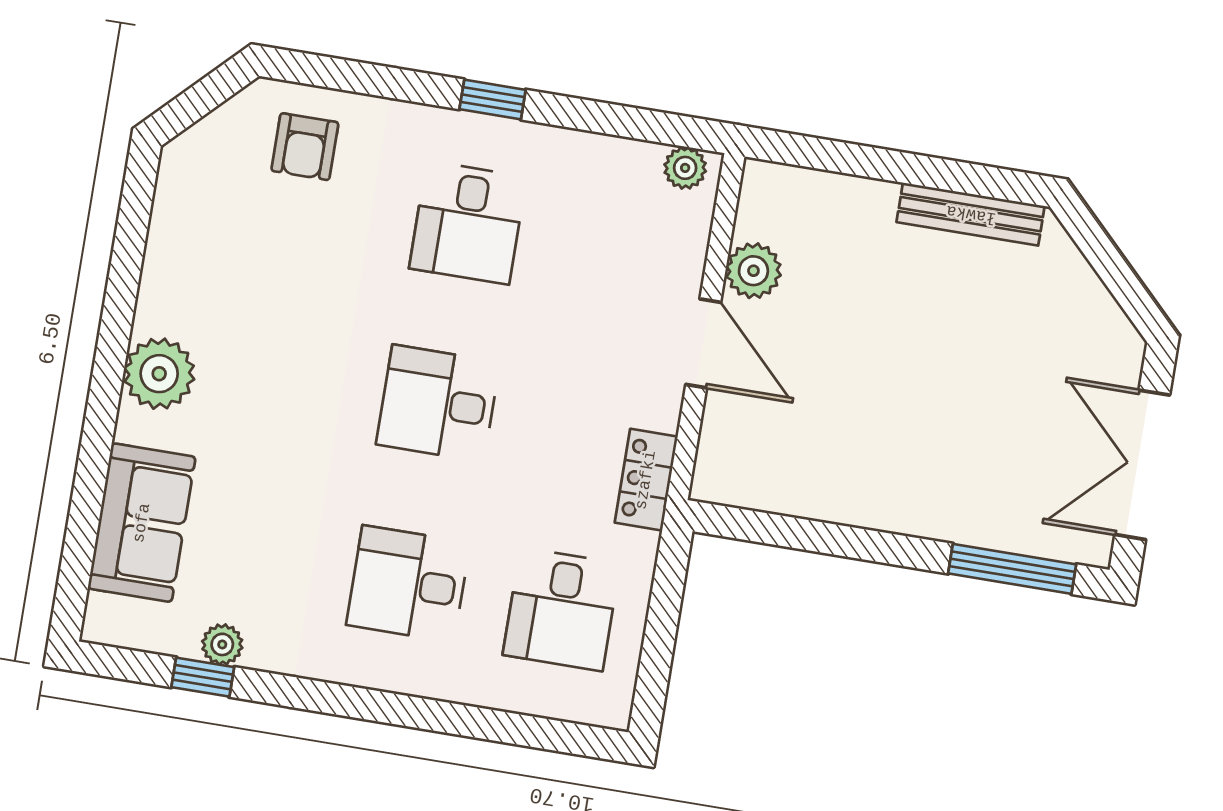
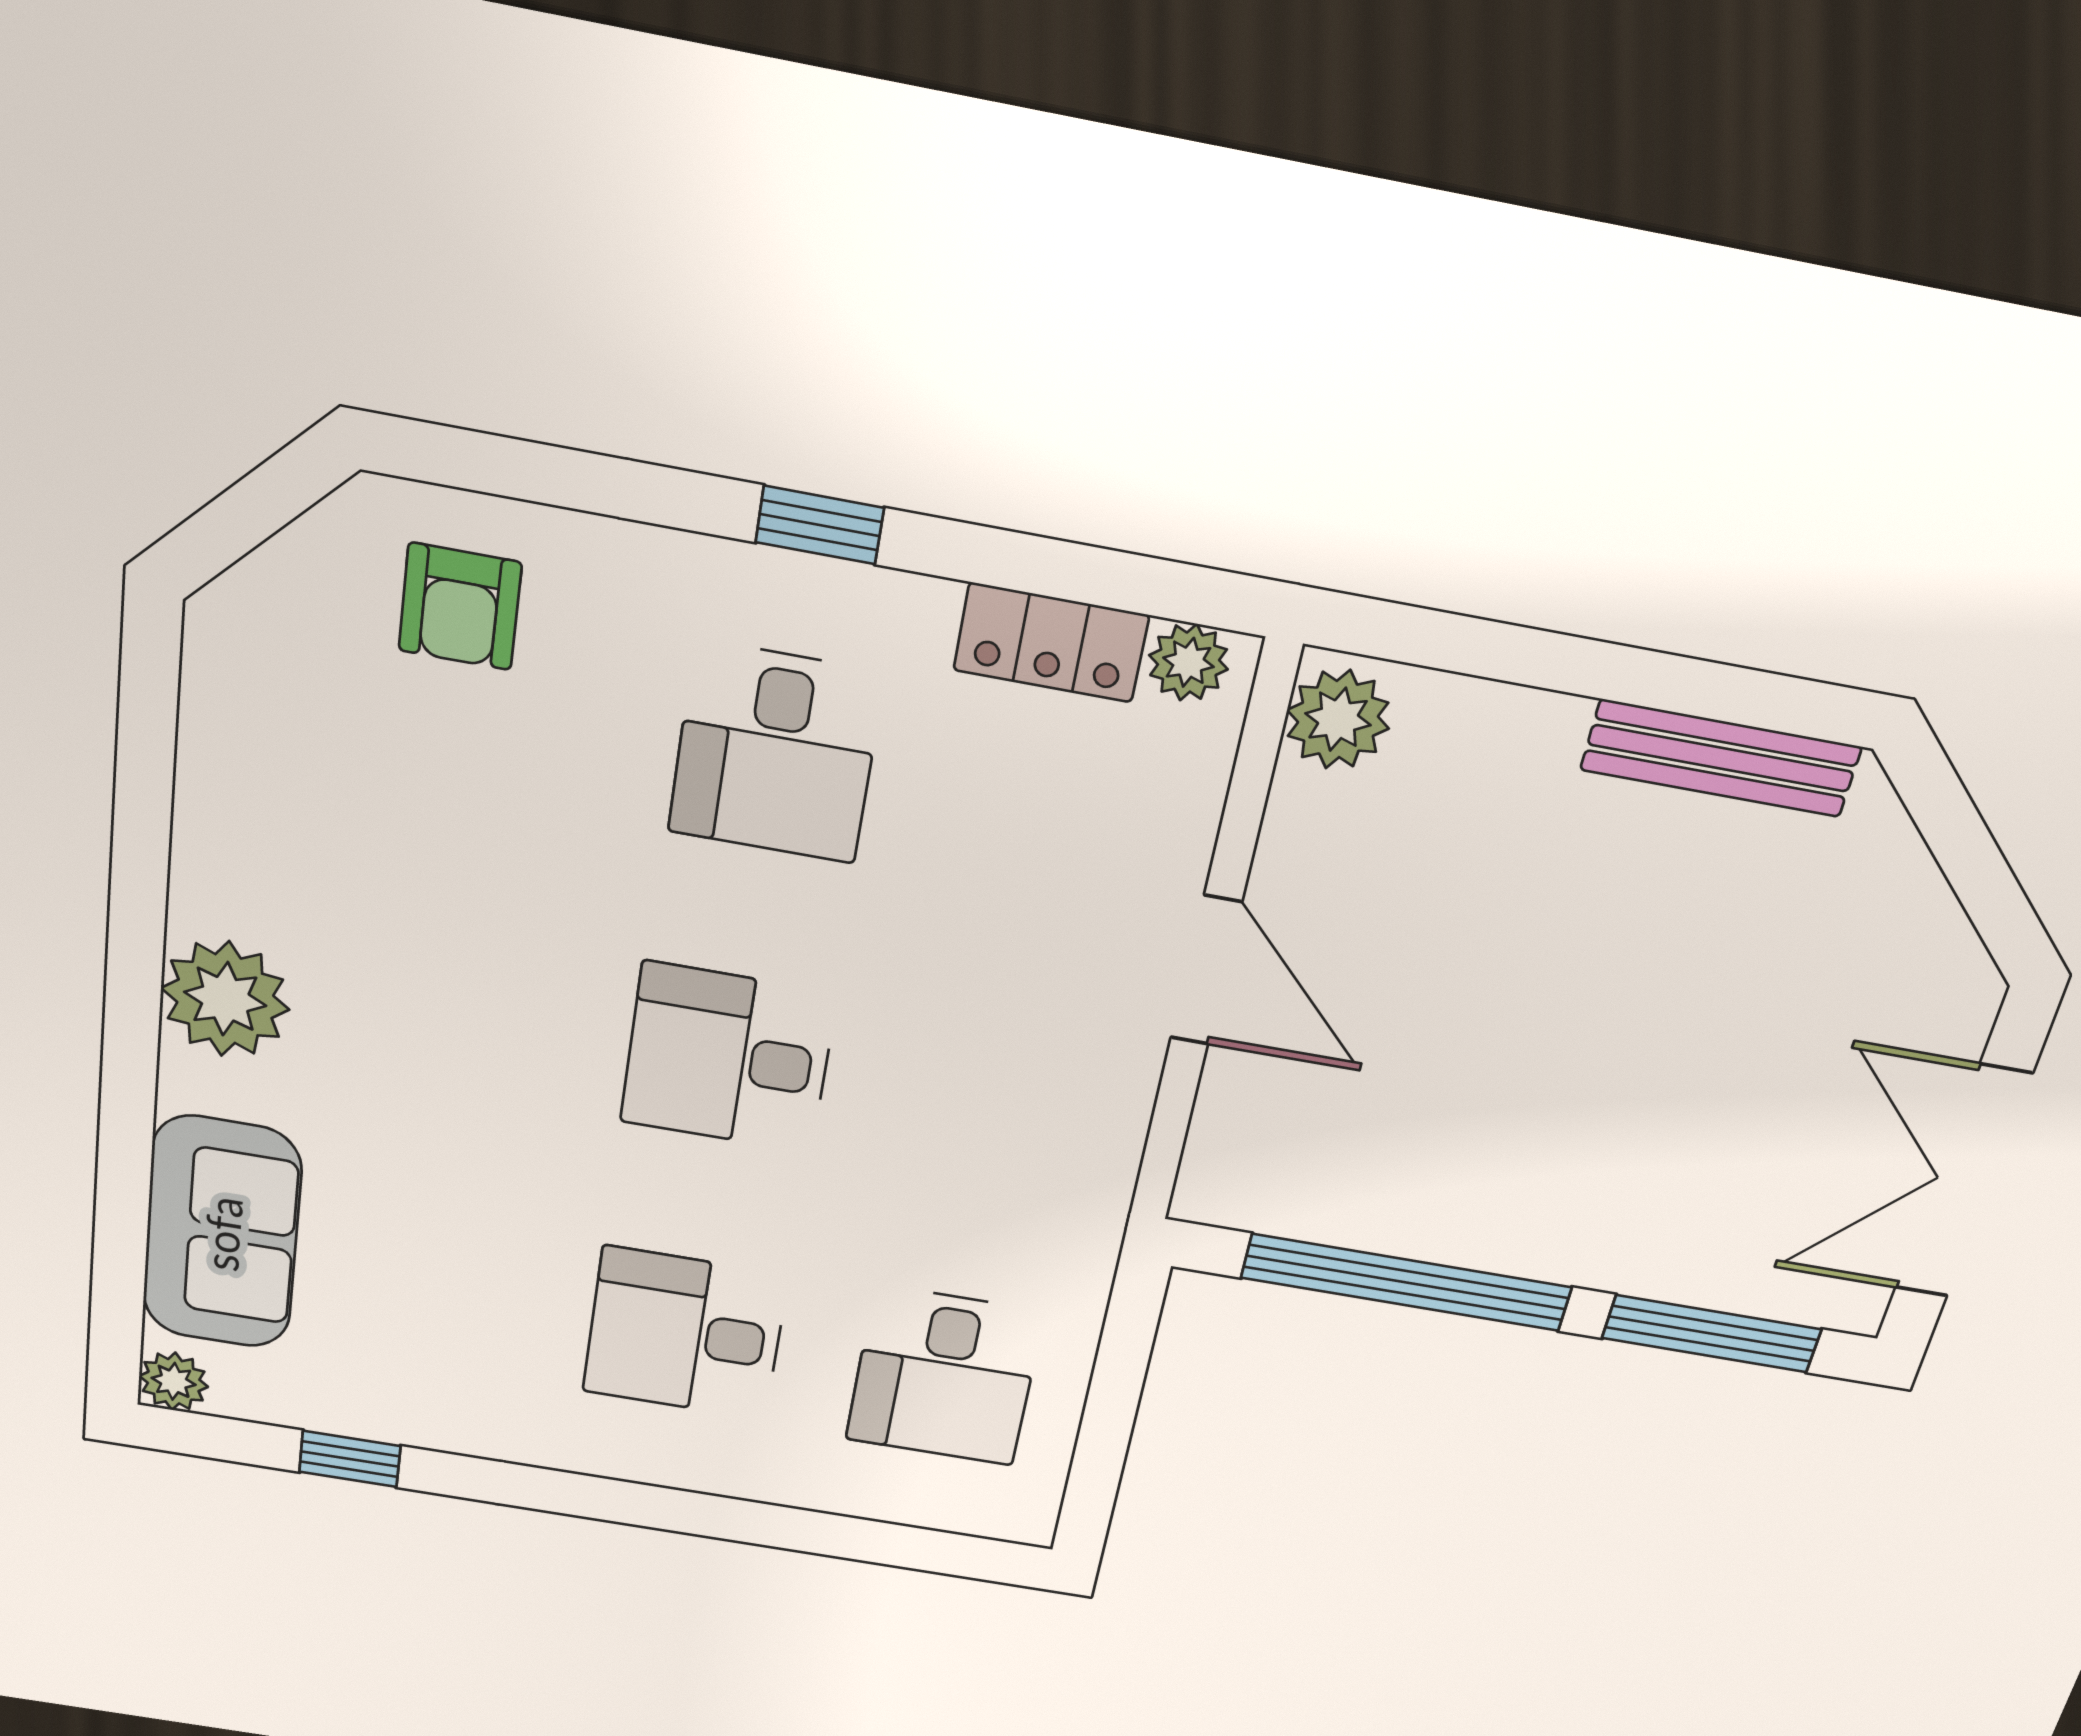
plant: (753, 271) -> (1338, 719), moved
locker: (646, 480) -> (1051, 643), moved, turned -90
window: (830, 539) -> (1406, 1282), added
plant: (222, 644) -> (174, 1381), moved

